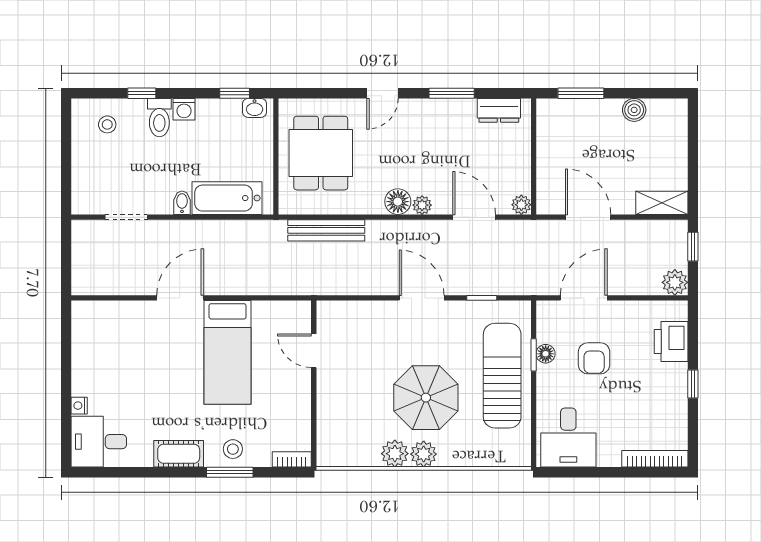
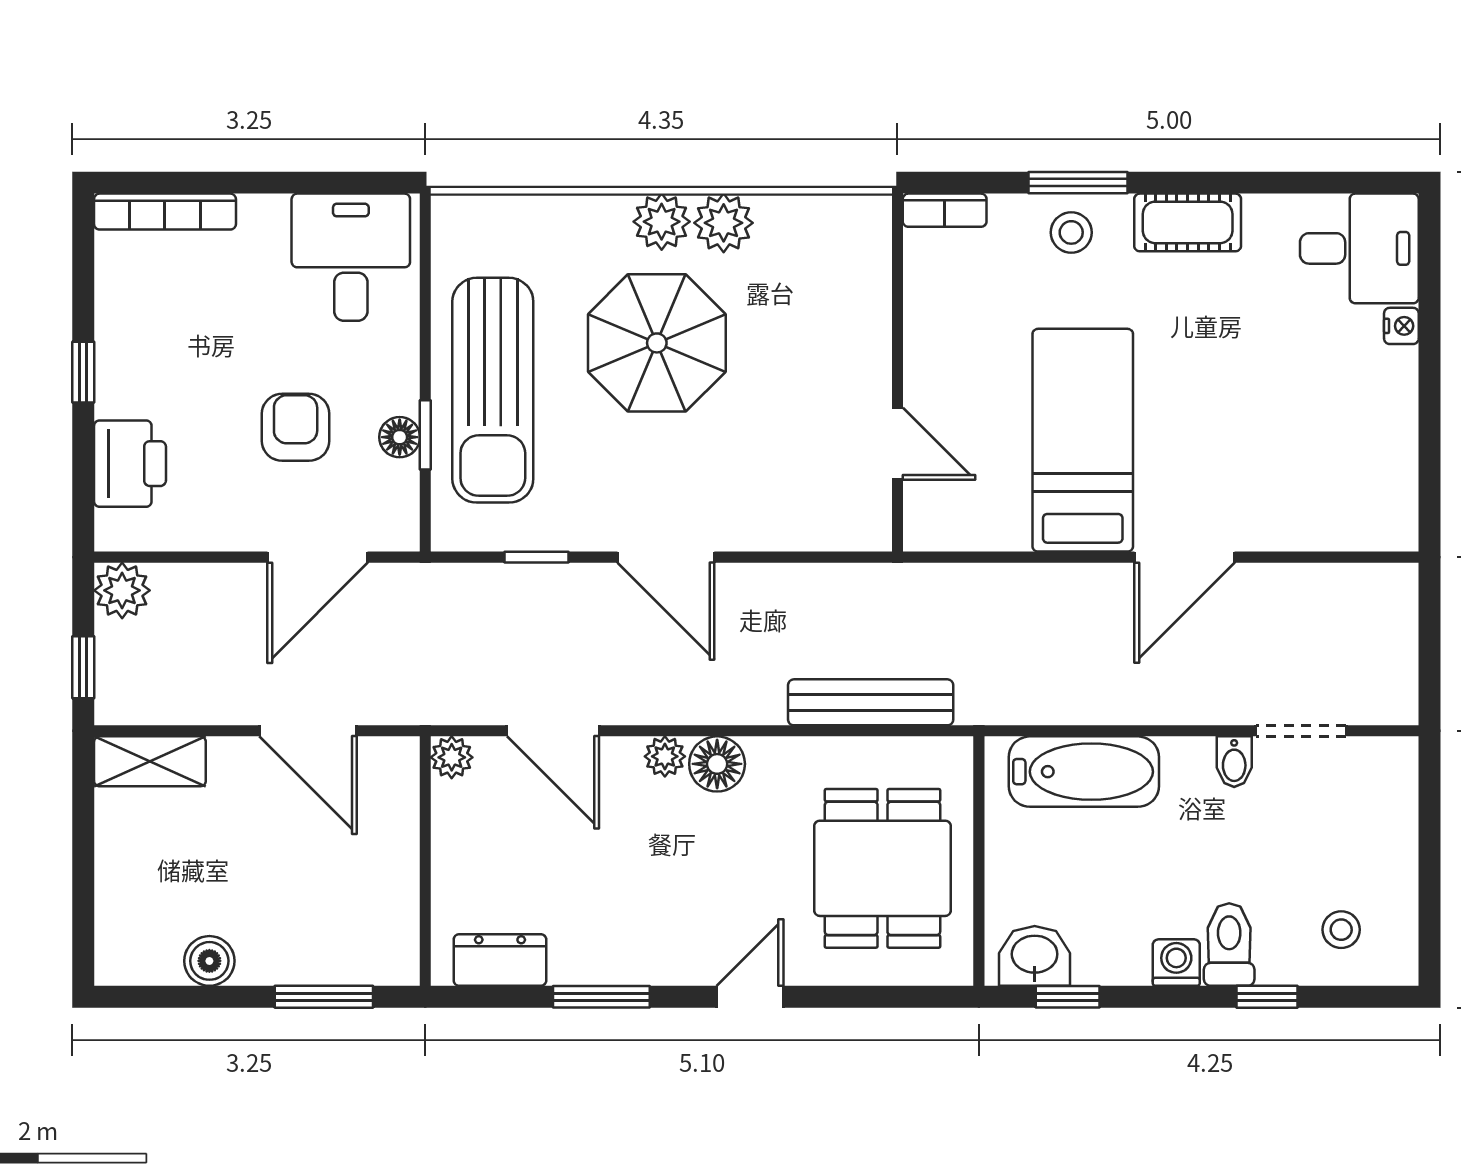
washbasin: (255, 108) -> (1035, 956), width x1.38, depth x1.45
bidet: (182, 203) -> (1234, 762), moved

